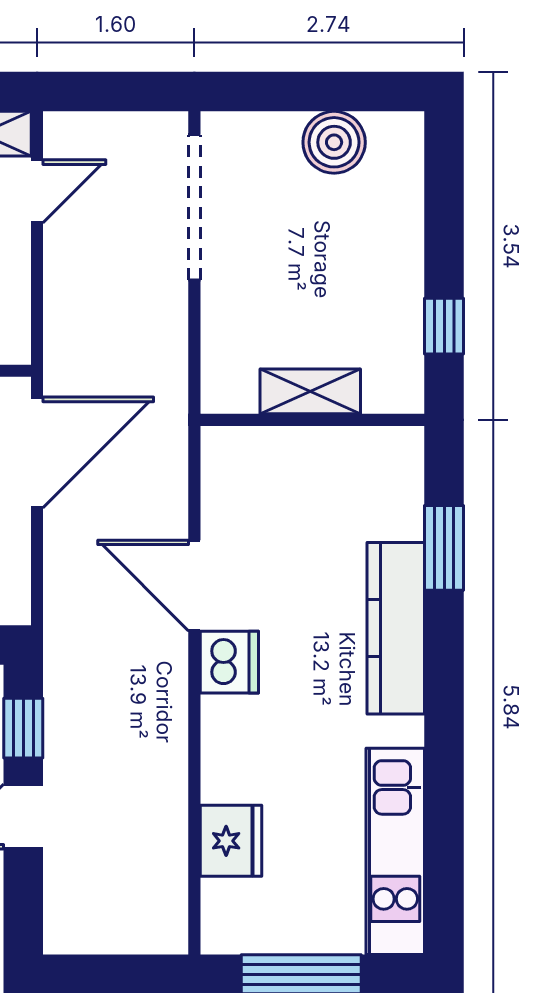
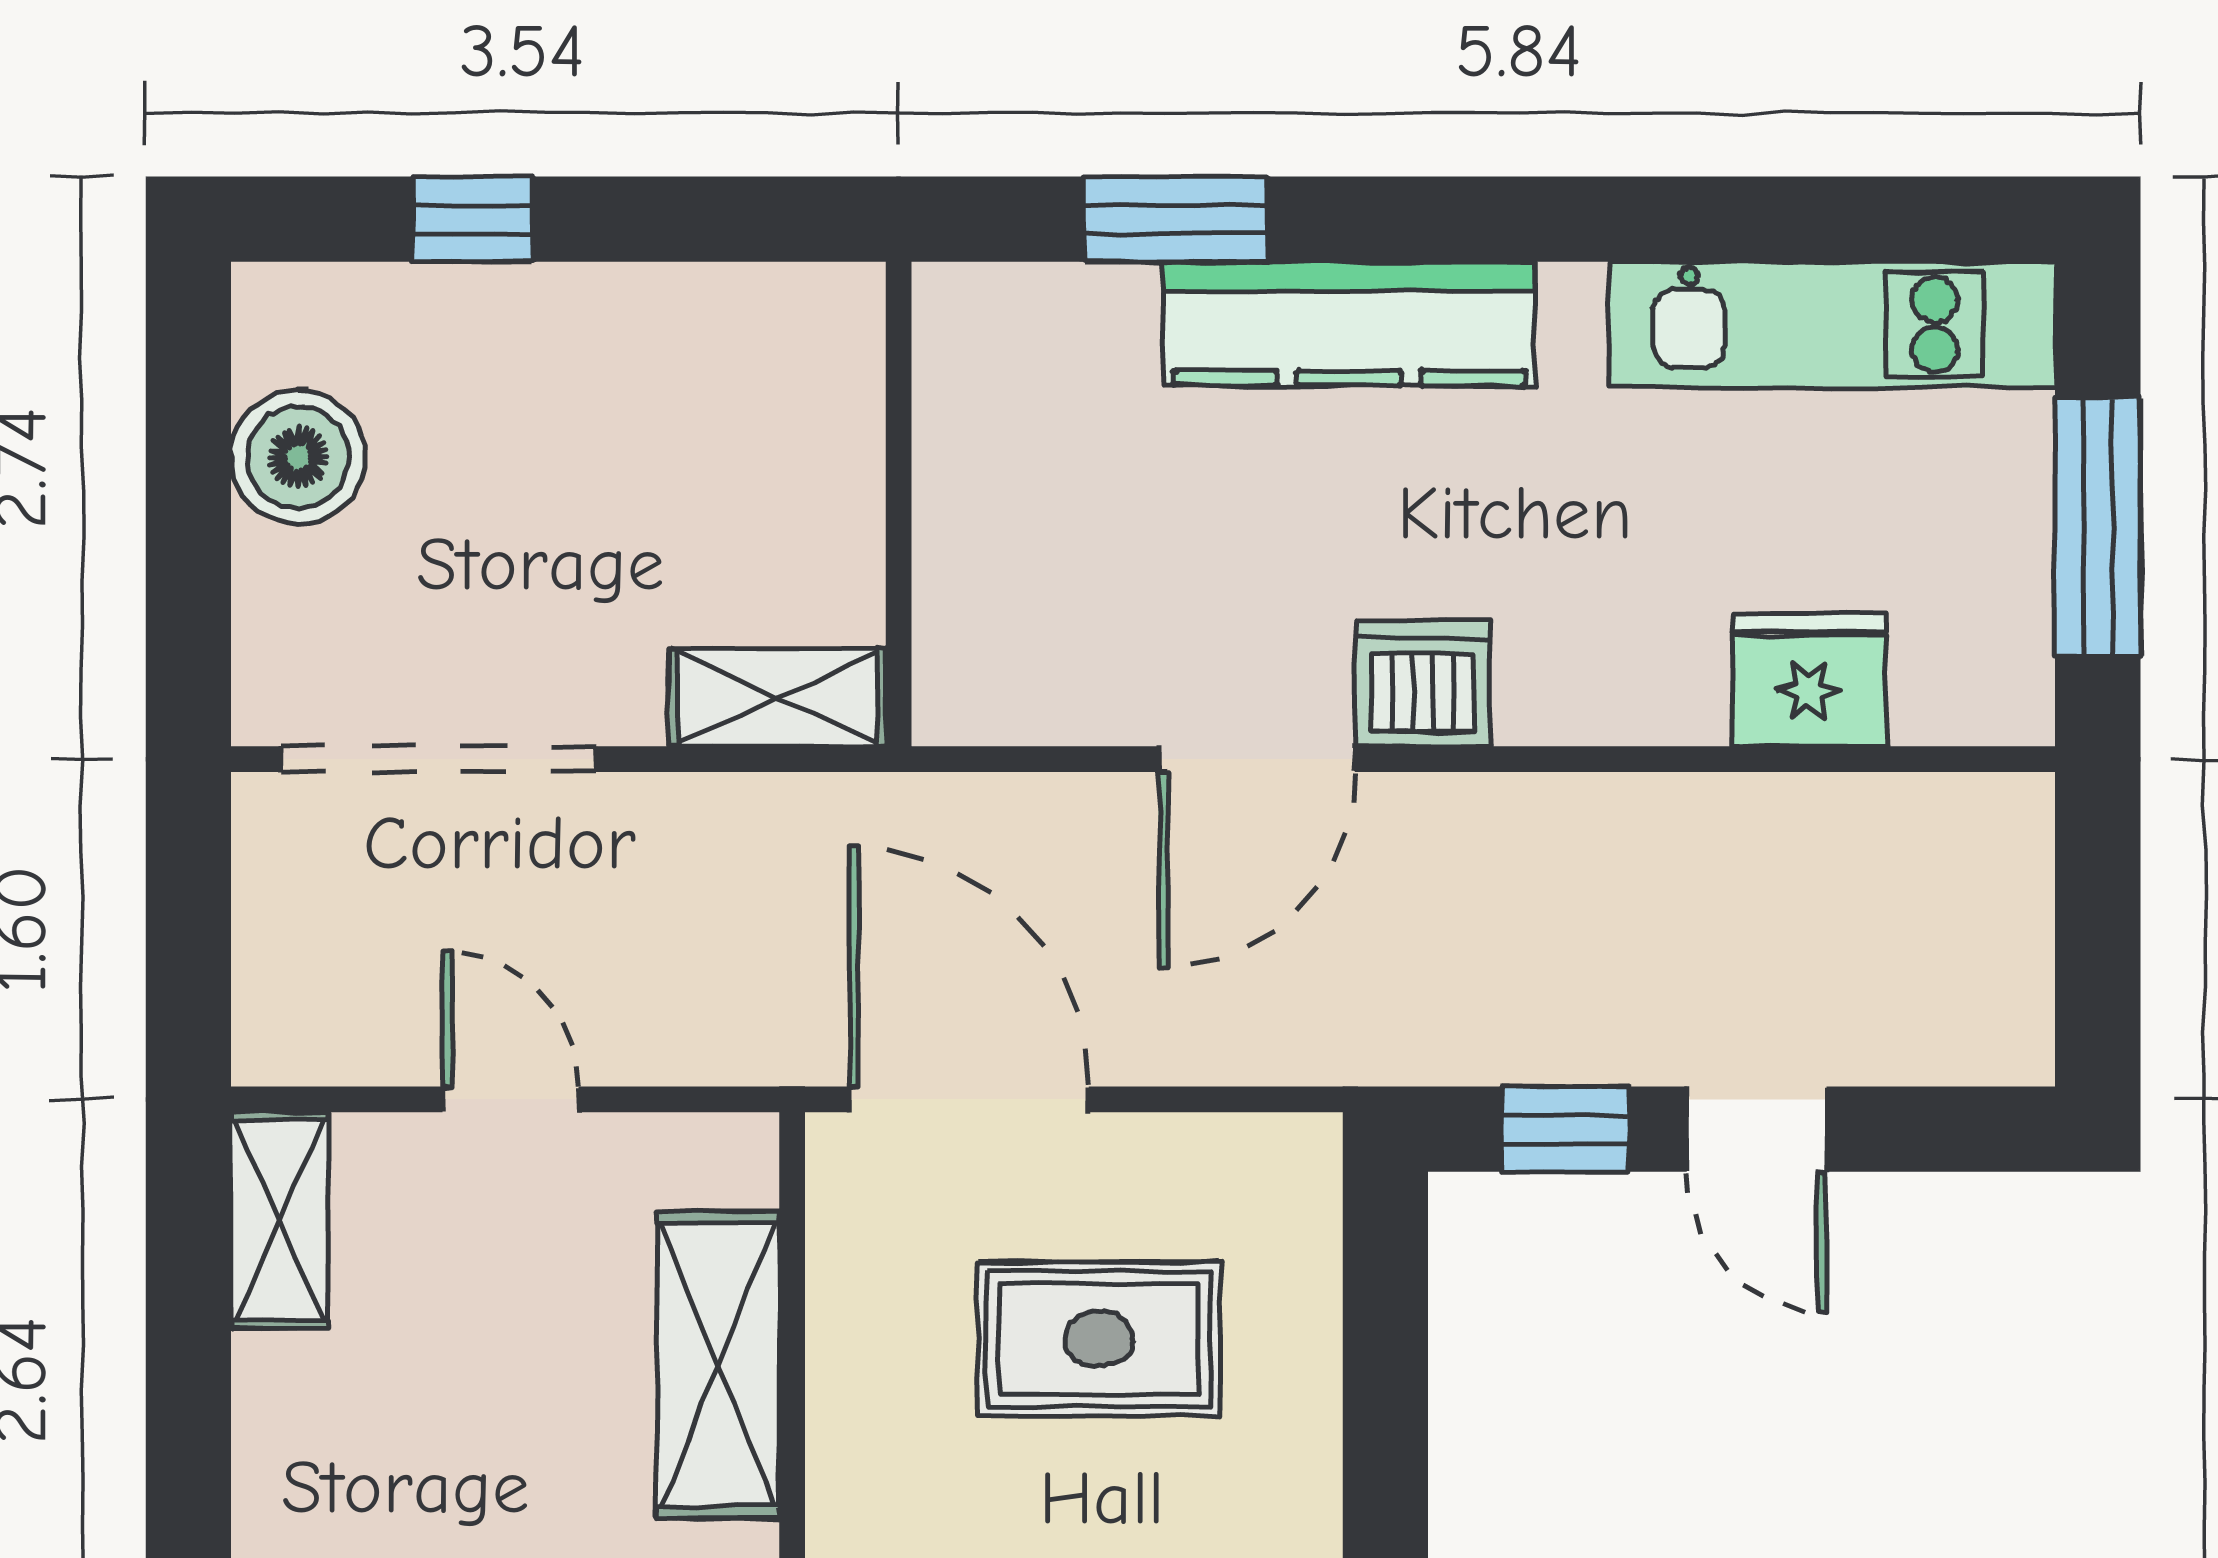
door: (37, 191) -> (511, 1099), moved
window: (444, 326) -> (473, 219), moved
shelving: (310, 391) -> (777, 698), moved, turned 90

